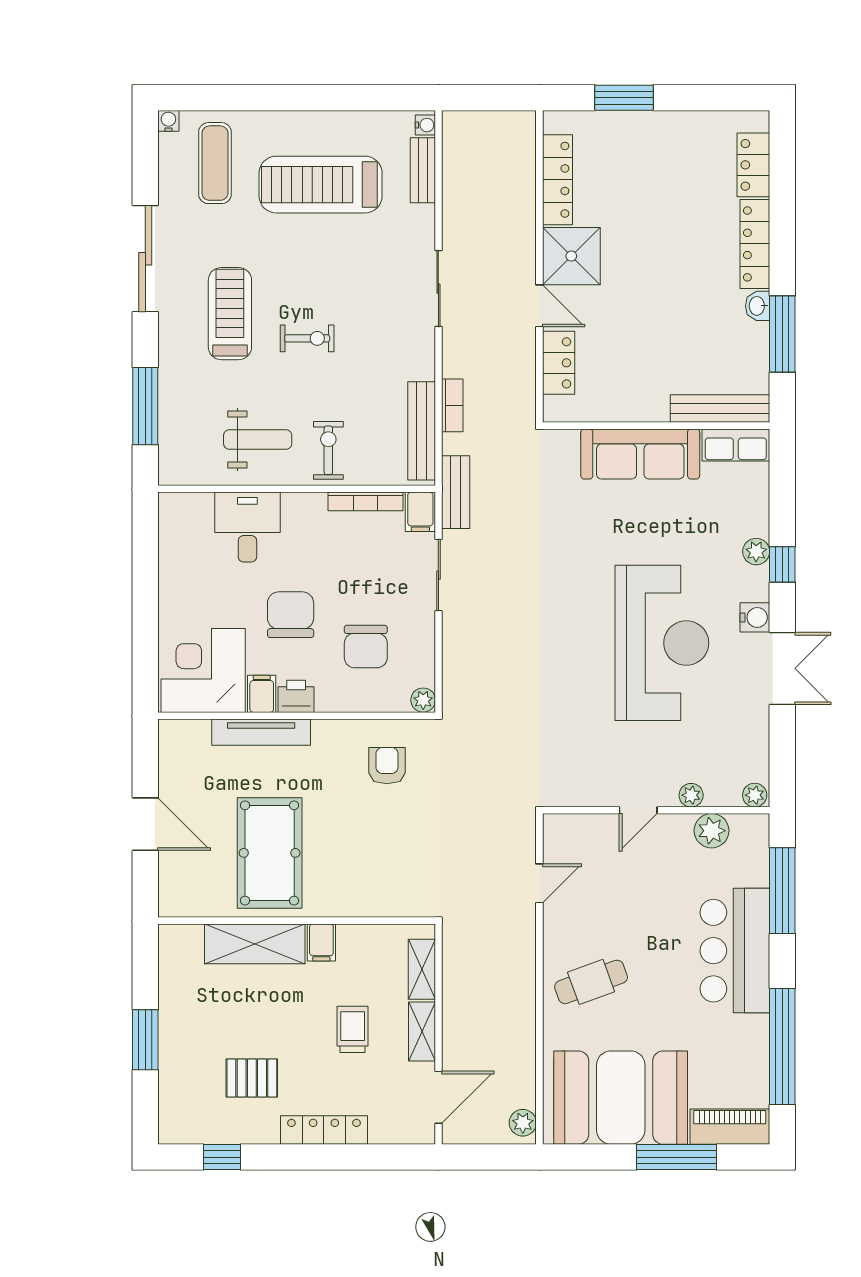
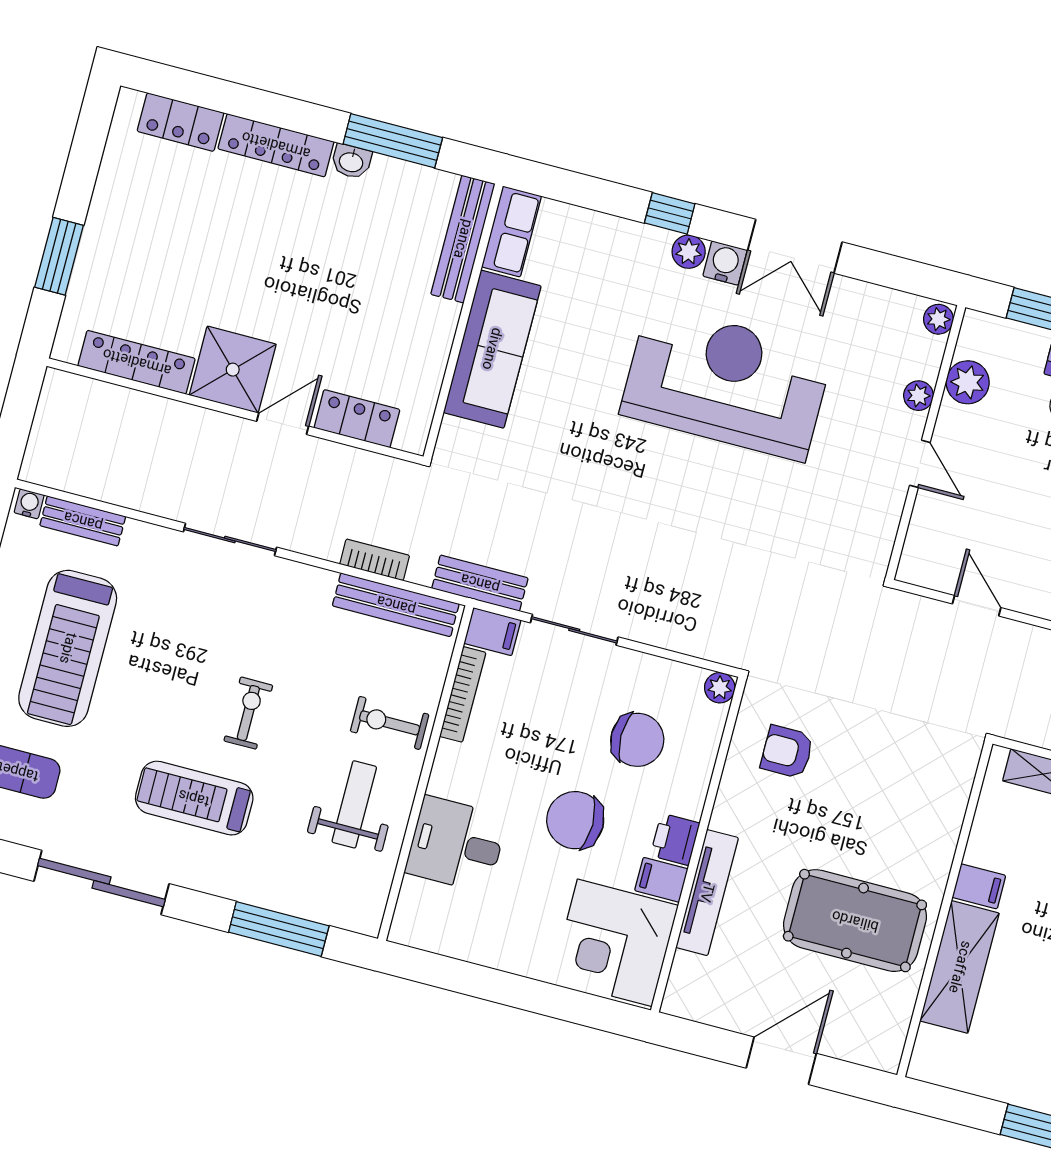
plant: (756, 552) -> (689, 252), moved
double door: (782, 668) -> (795, 246), swing flipped

